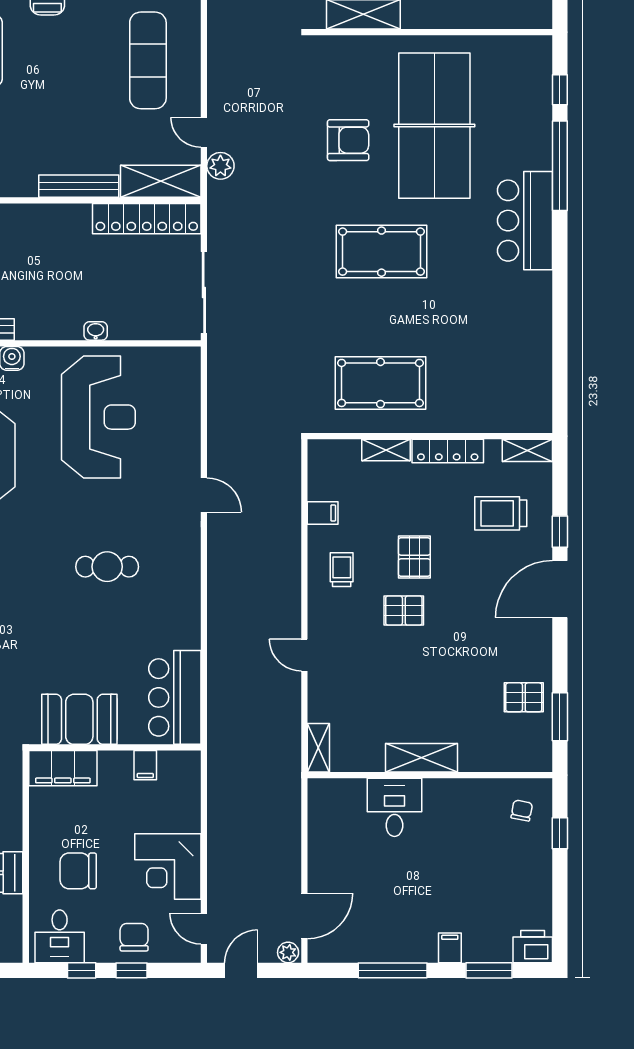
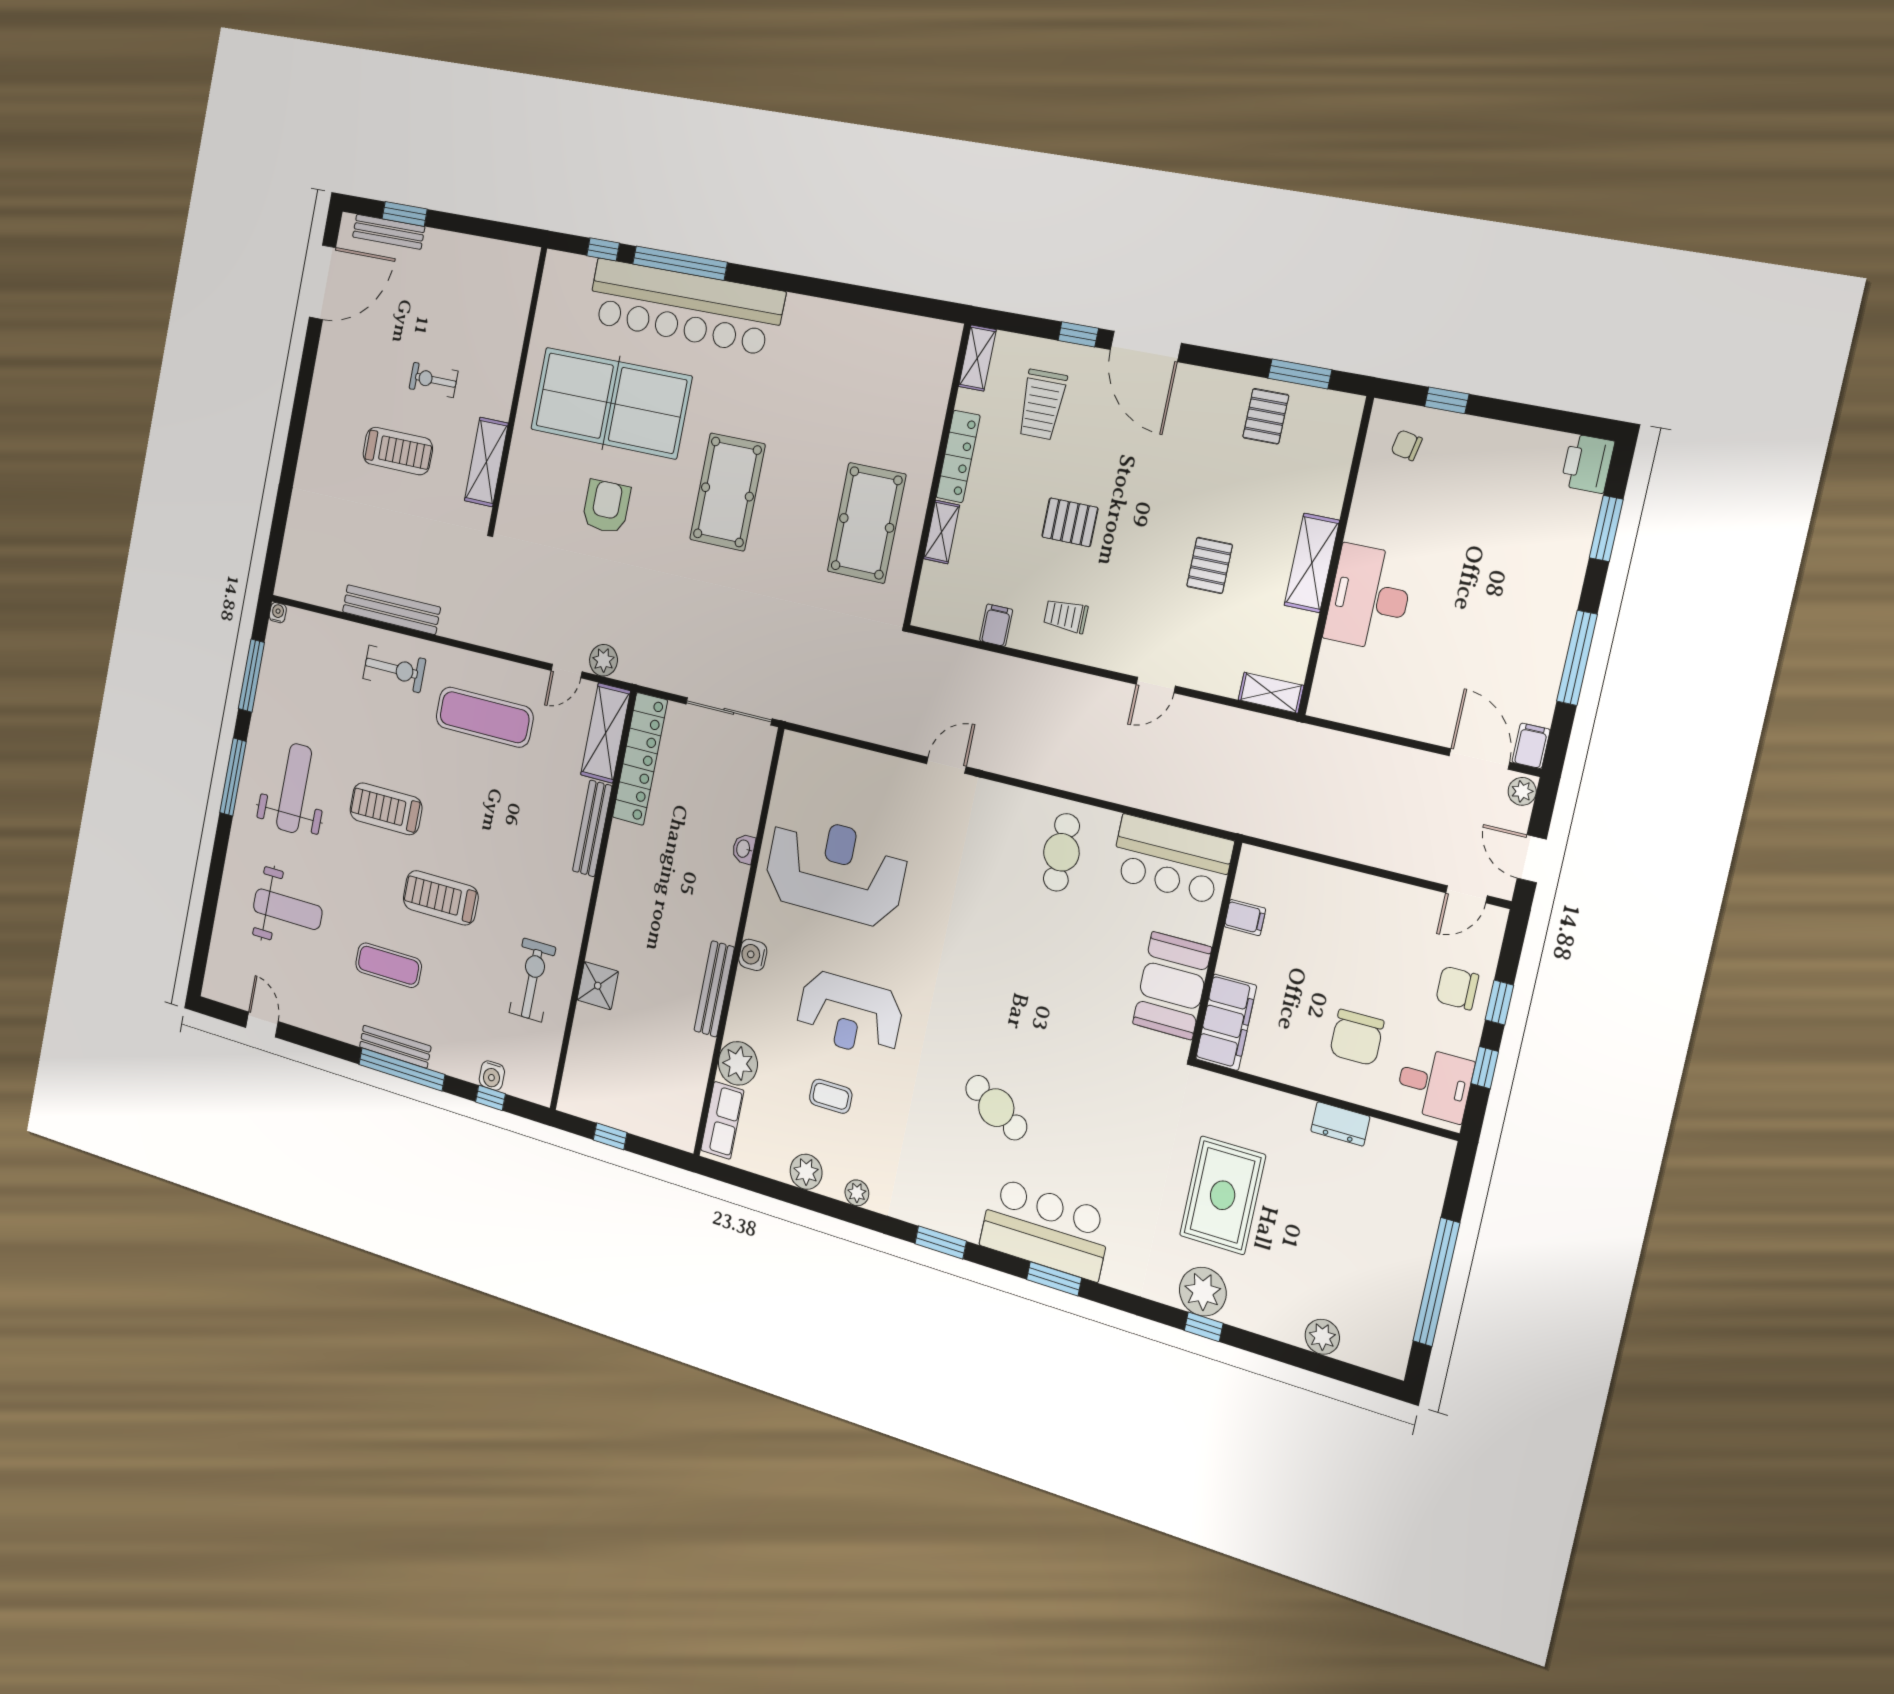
bar counter: (525, 221) -> (685, 307), width x1.86
cafe table: (107, 567) -> (1061, 852), moved
pallet: (404, 611) -> (1210, 565), moved
desk: (394, 807) -> (1369, 598), width x1.37
corner desk: (168, 866) -> (1377, 921), removed
filing cabinet: (450, 948) -> (1531, 746), moved, turned 90

